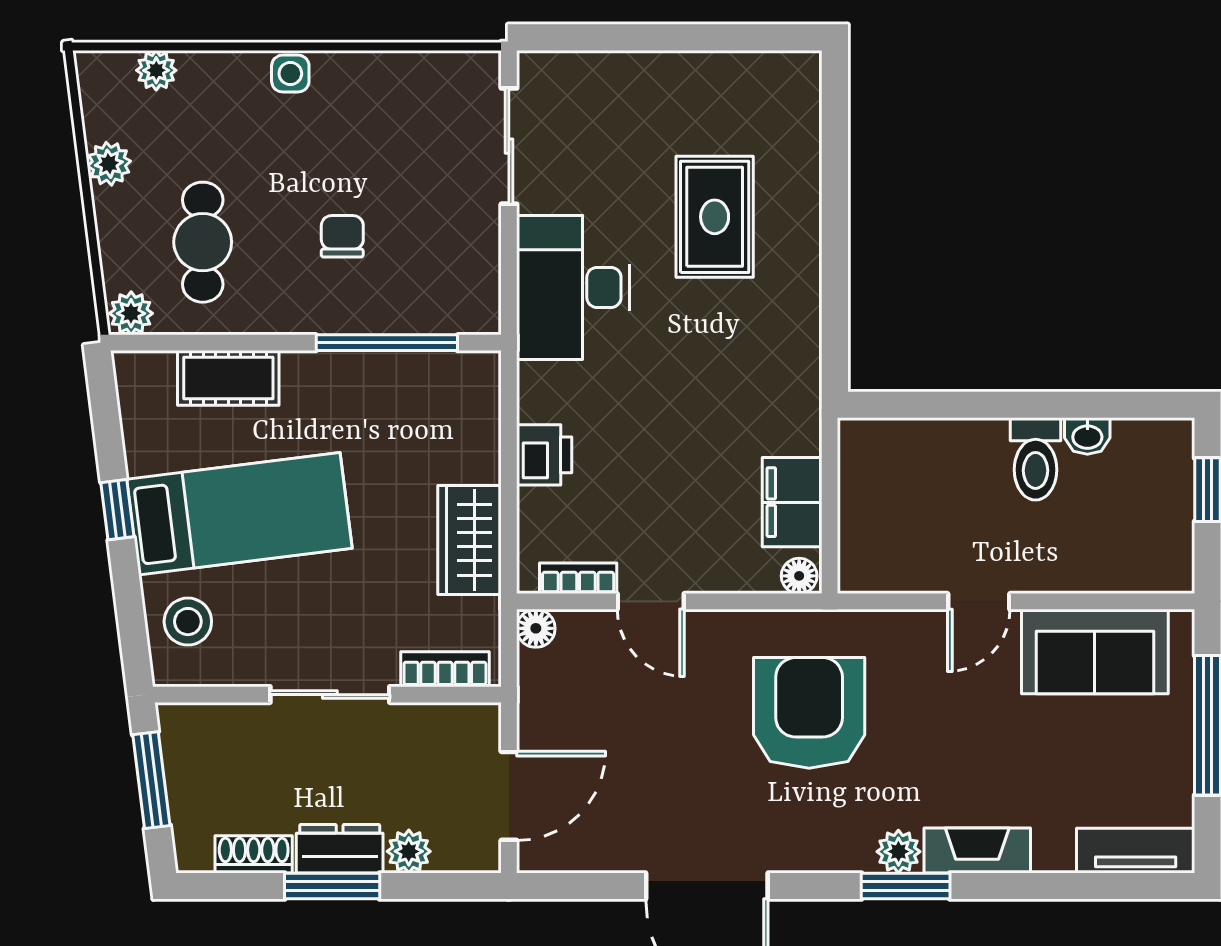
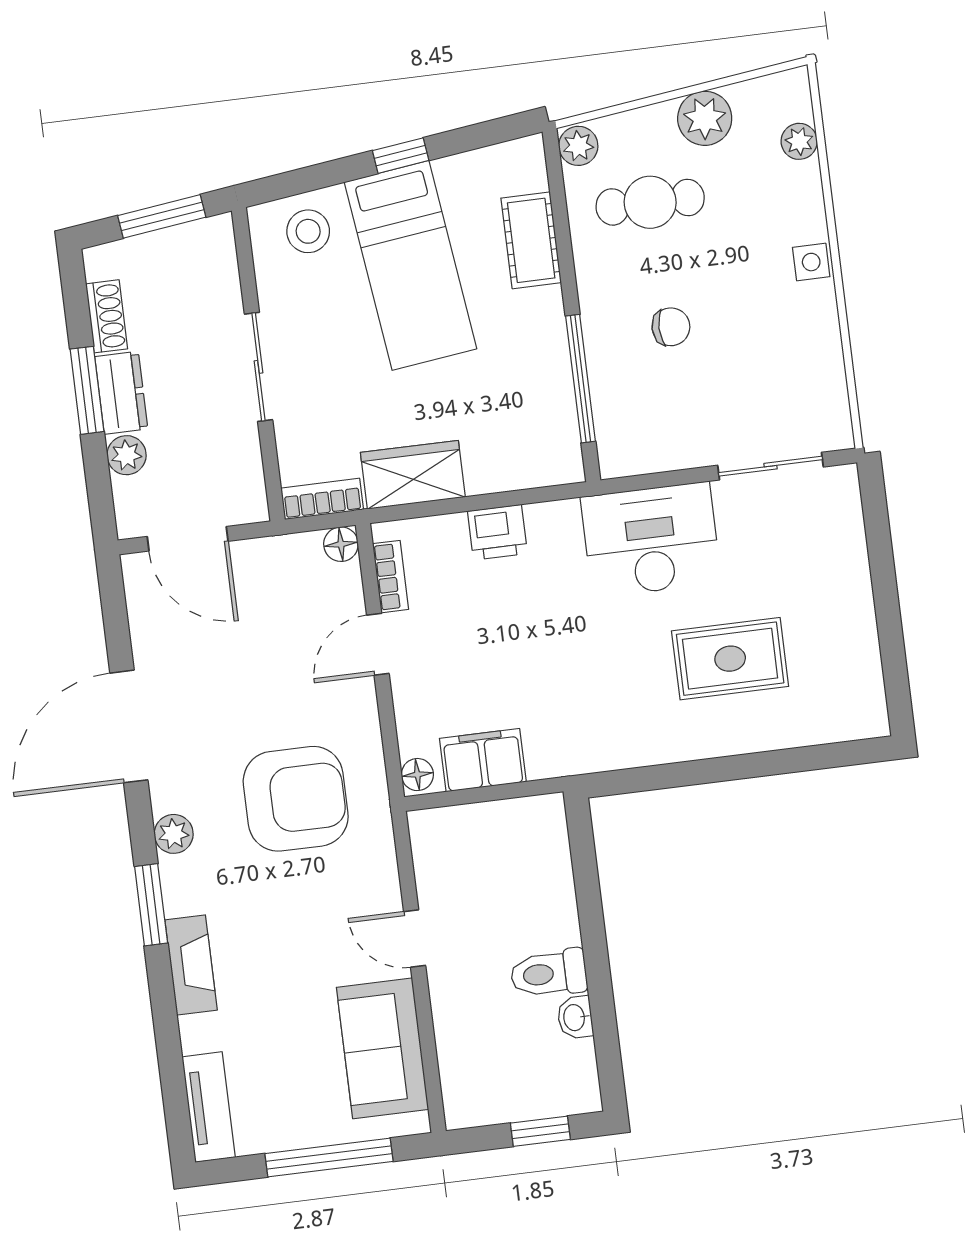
plant: (109, 164) -> (705, 118), width x1.38, depth x1.38
bookcase: (445, 669) -> (322, 499), moved, turned -90
plant: (898, 852) -> (174, 834), moved

